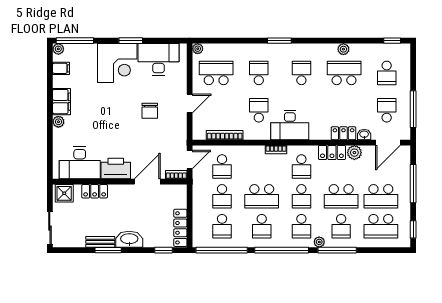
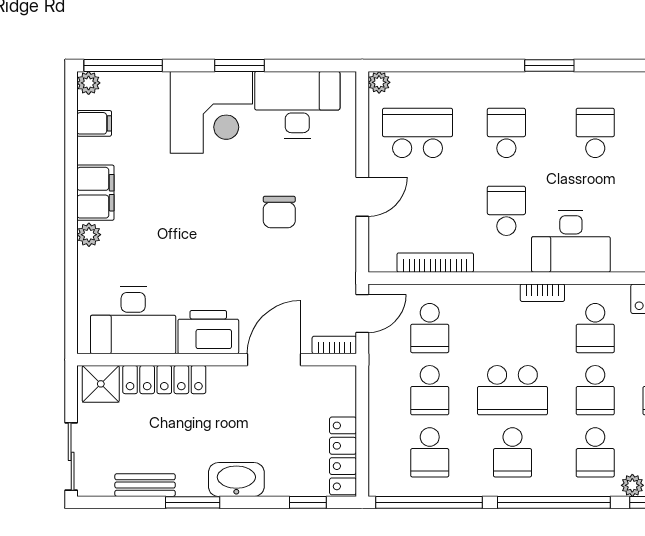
locker: (95, 191) -> (164, 380), width x1.53
bench: (100, 242) -> (145, 485), moved

